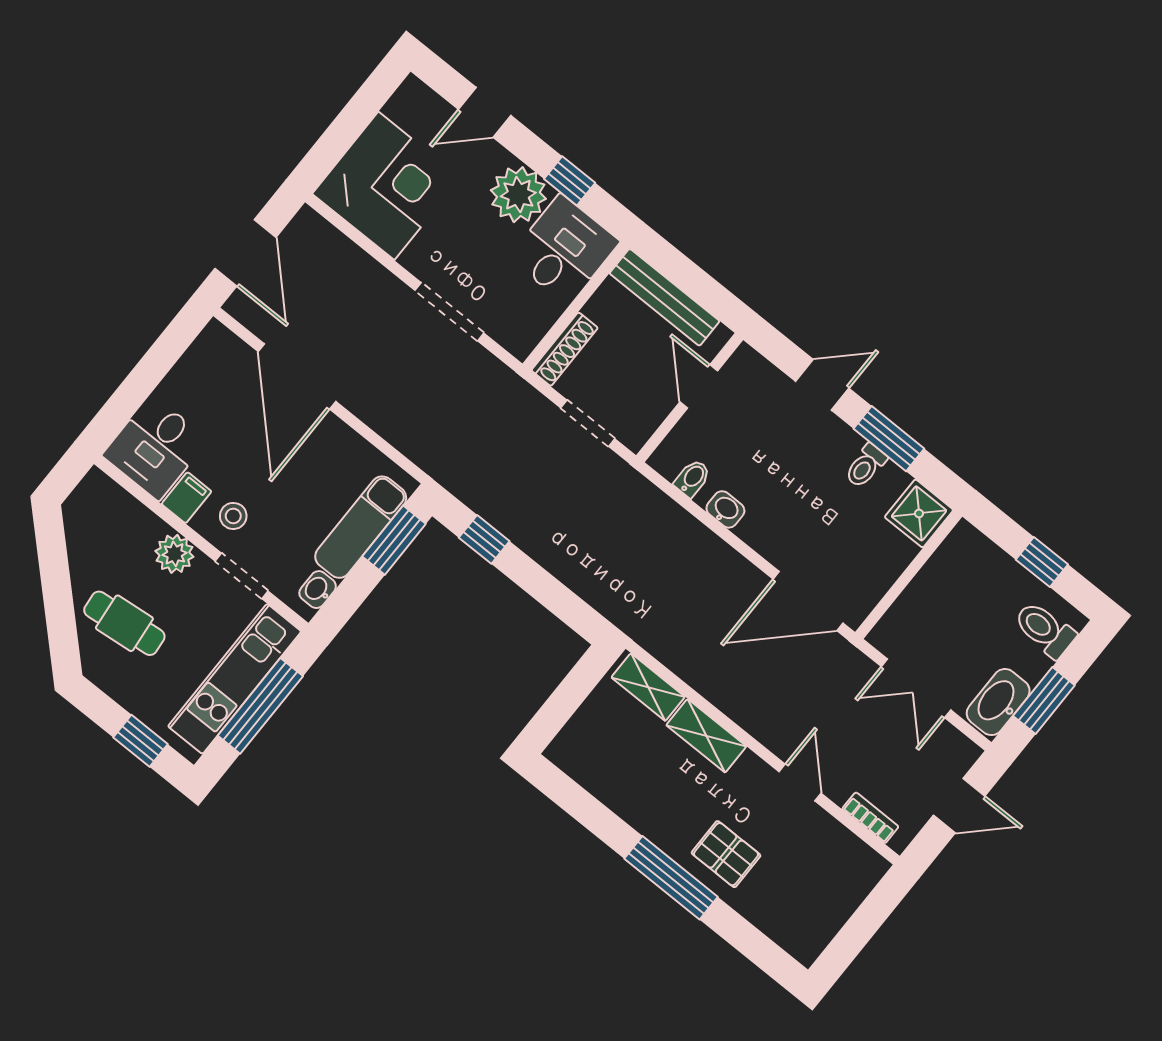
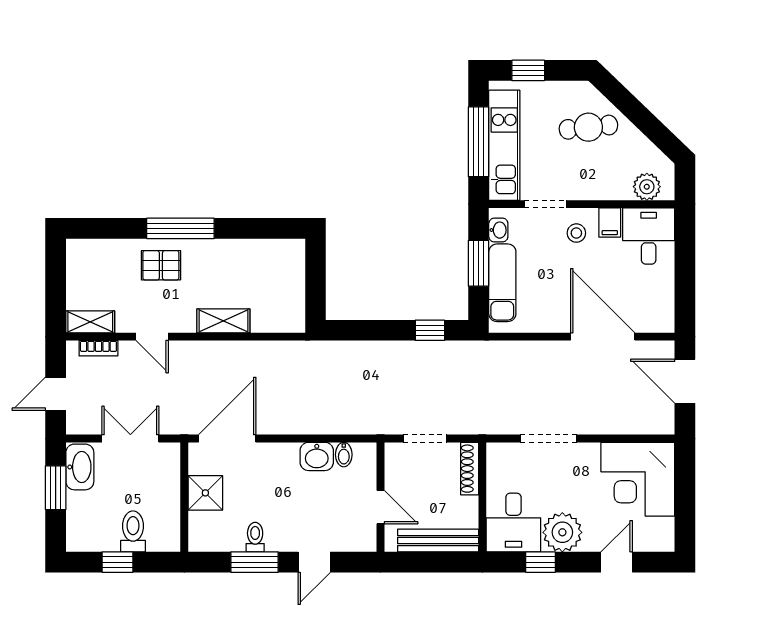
washbasin: (725, 509) -> (317, 456), width x1.38, depth x1.45
shower: (919, 513) -> (205, 493), moved
window: (394, 540) -> (479, 263), moved
plant: (174, 554) -> (647, 187), moved
toilet: (1045, 630) -> (133, 531), moved, turned -90
shelving: (648, 687) -> (90, 322), moved

